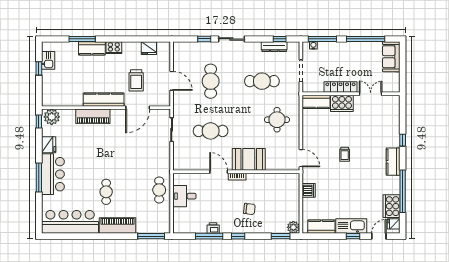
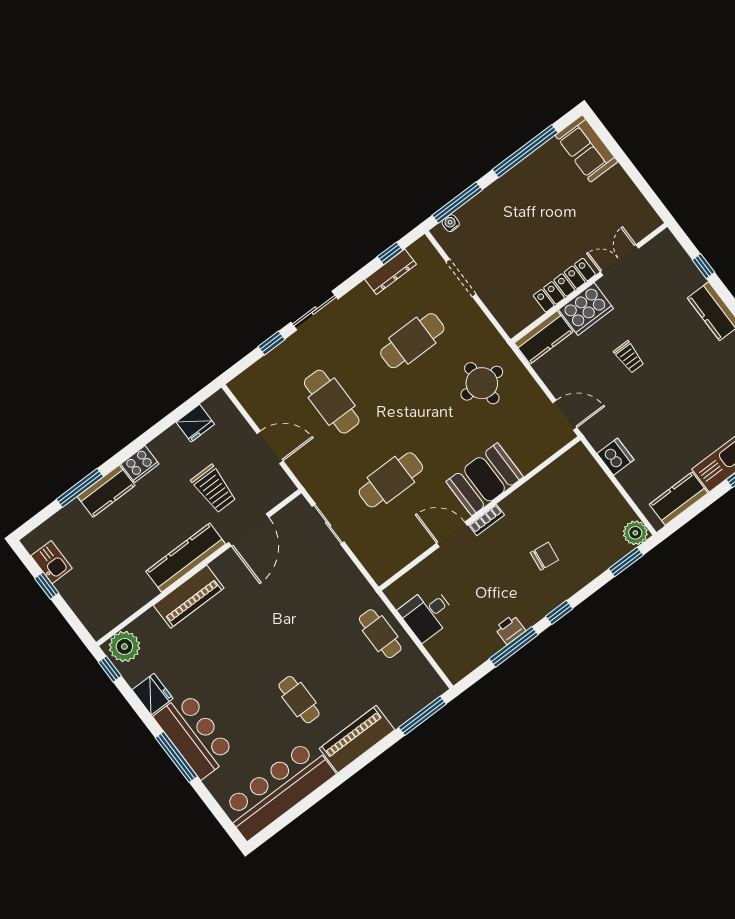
locker: (340, 87) -> (564, 285), moved
wall: (351, 94) -> (589, 283), moved
double door: (371, 94) -> (619, 260), moved
kitchen counter: (316, 102) -> (544, 337), moved
cooker: (342, 103) -> (586, 309), moved

